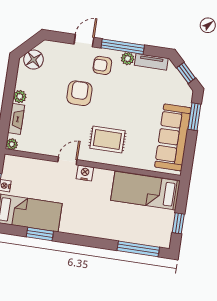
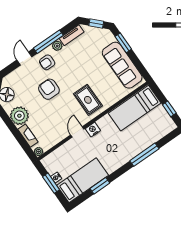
plant: (20, 97) -> (19, 116), width x1.88, depth x1.88
rug: (107, 139) -> (88, 100), turned 90
window: (138, 249) -> (144, 155), moved

